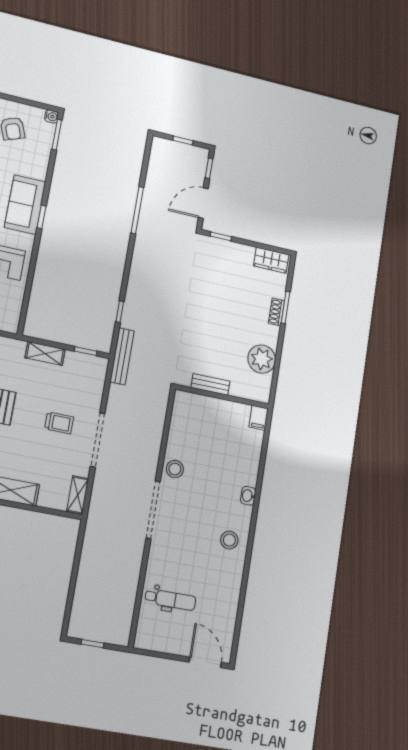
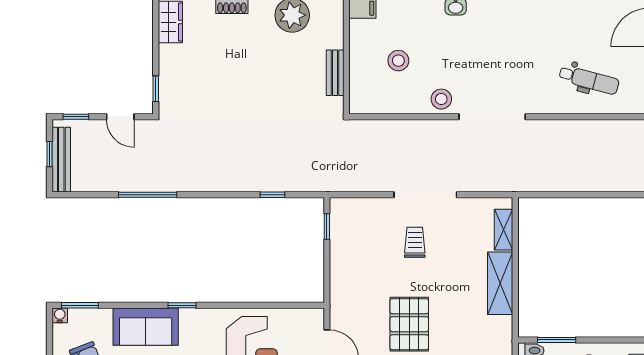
door: (203, 203) -> (120, 117), width x0.73
sofa: (25, 205) -> (146, 327), moved
shelving: (45, 354) -> (339, 272), removed
bench: (122, 356) -> (61, 160), moved, turned 90
shelving: (78, 495) -> (504, 230), moved, turned 90
stool: (229, 540) -> (398, 61), moved
dental chair: (170, 599) -> (589, 80), turned 105

